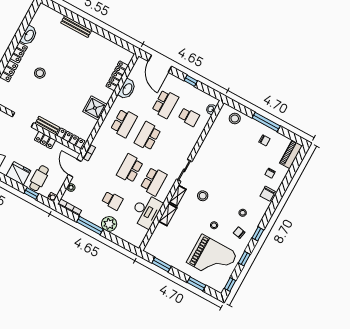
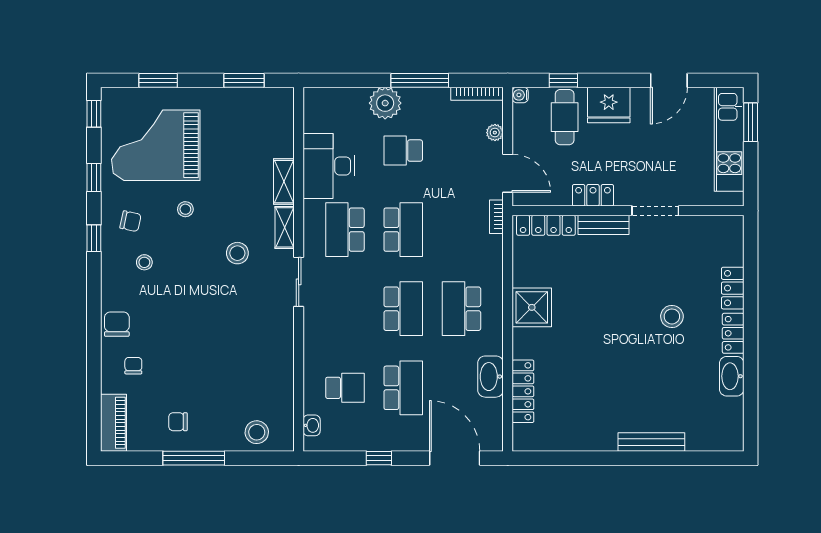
school desk: (165, 104) -> (403, 388), turned 180
school desk: (189, 117) -> (345, 388), turned 180

